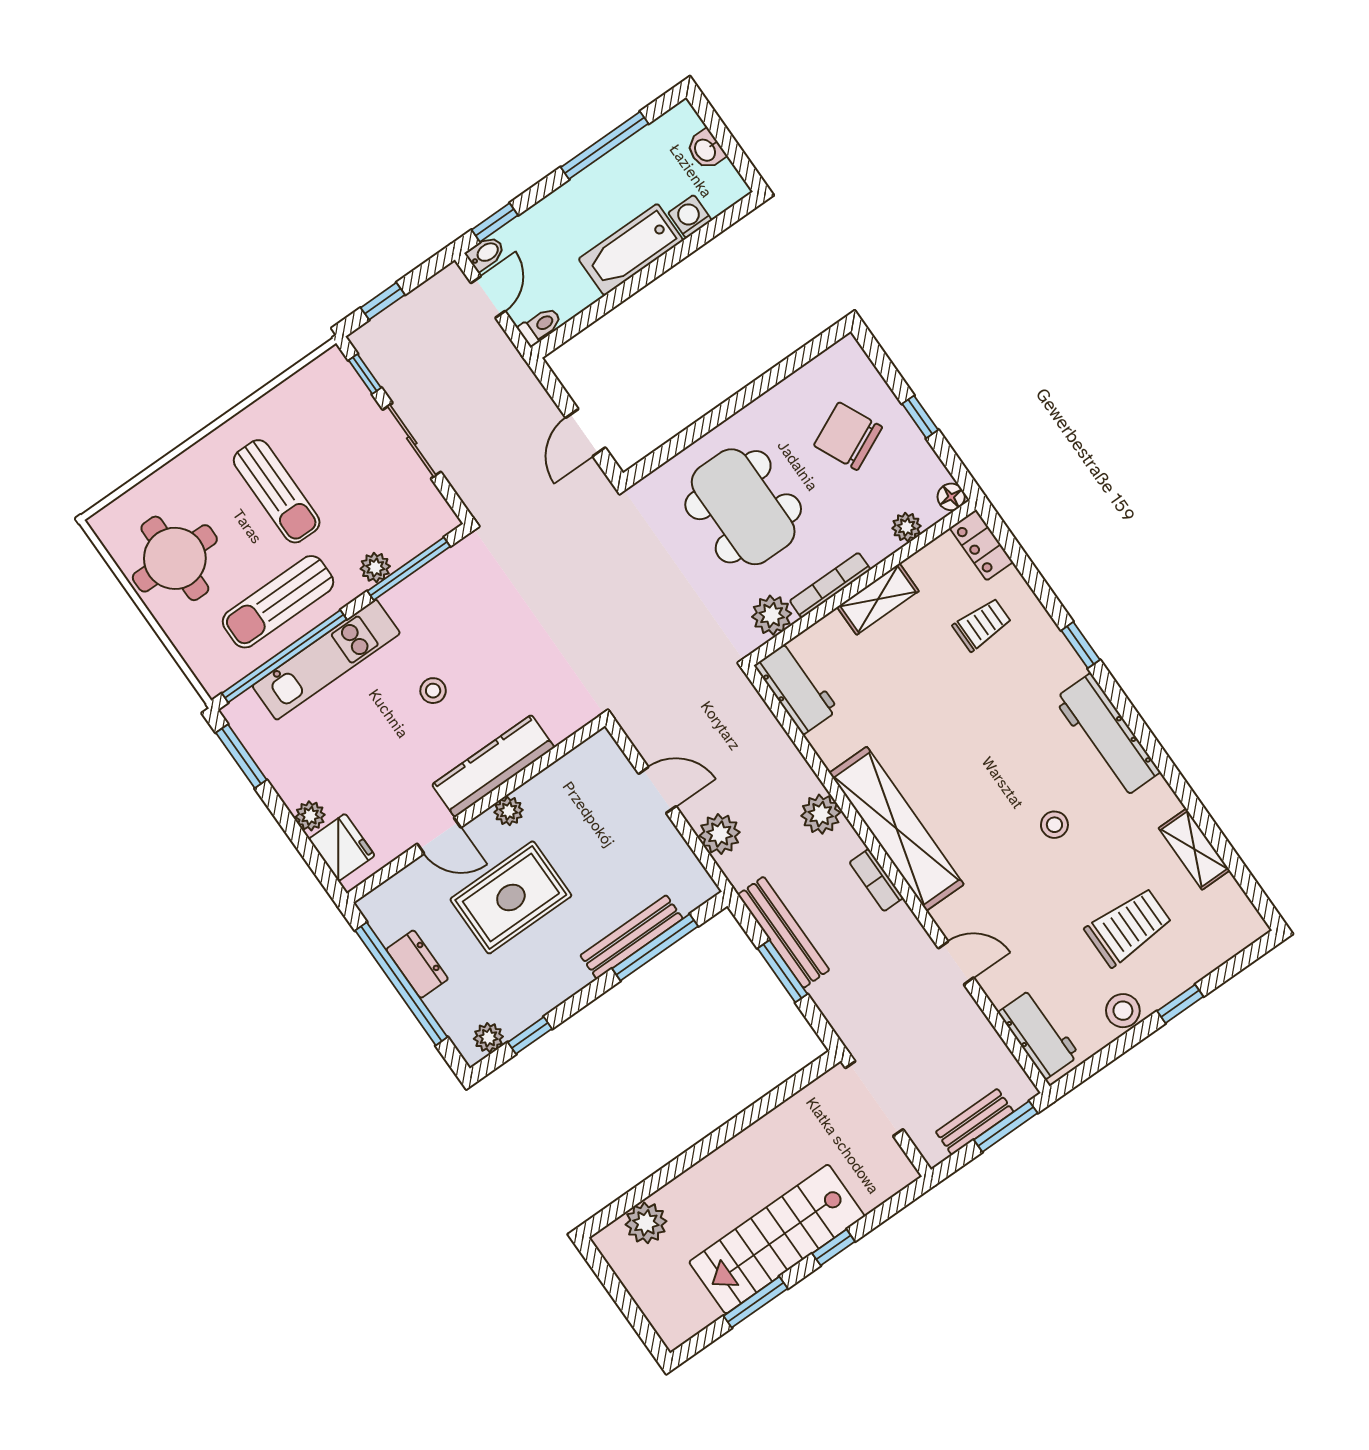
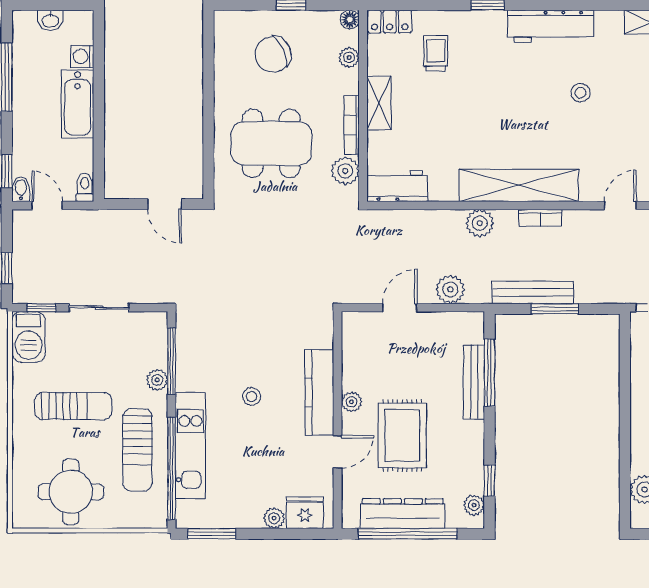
barbecue: (320, 383) -> (29, 337), added
dresser: (417, 964) -> (403, 514), width x1.96, depth x1.24

